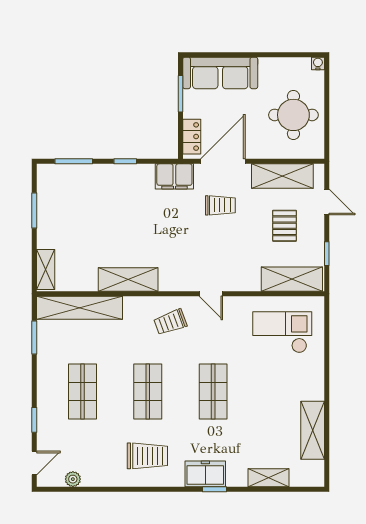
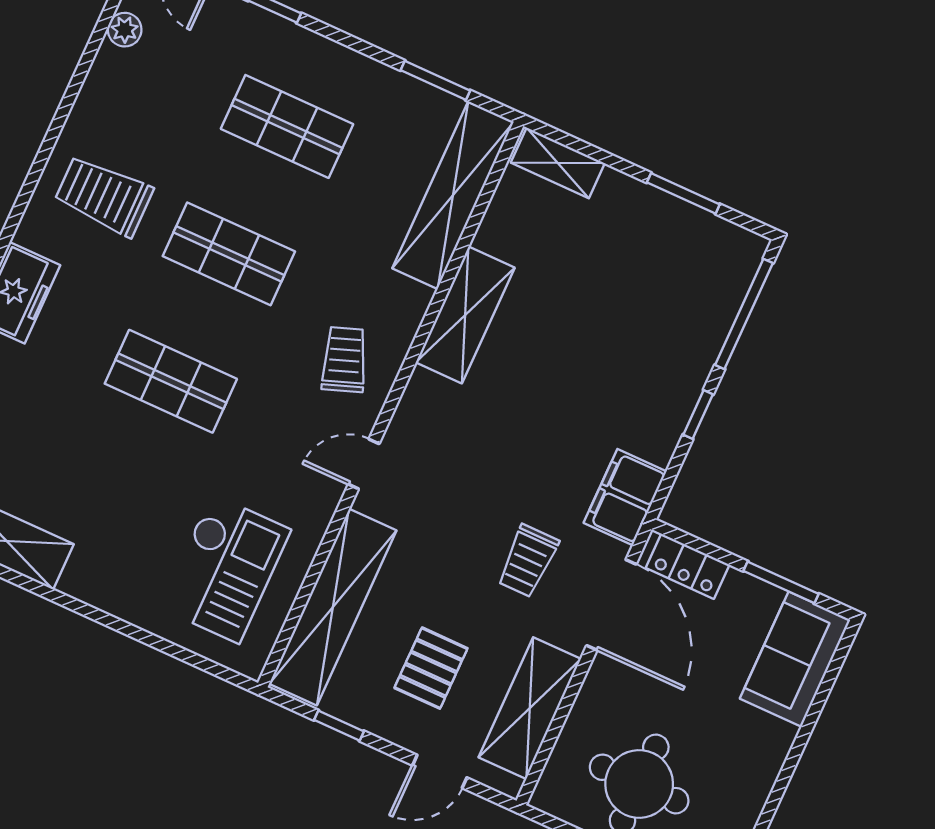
sofa: (220, 73) -> (795, 659), width x0.73
window: (74, 161) -> (744, 314), width x1.44
pallet: (284, 226) -> (431, 668), turned 90
shelving: (292, 279) -> (333, 607), width x1.47
trolley: (147, 456) -> (104, 196), turned 90

